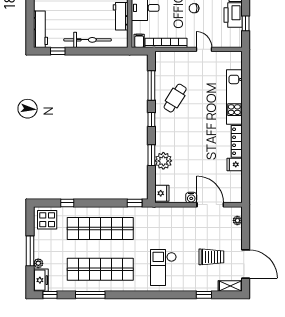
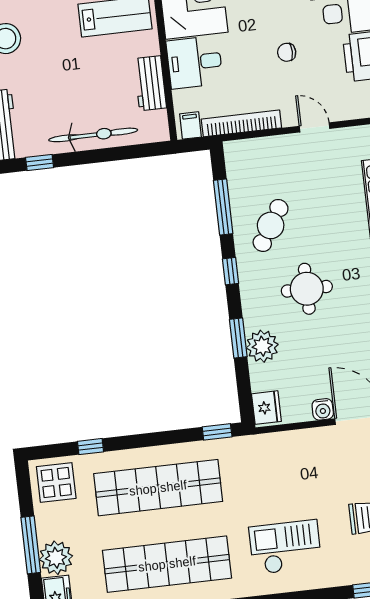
round table: (190, 133) -> (307, 289), added
plant: (38, 263) -> (56, 558), width x1.88, depth x1.88
checkout: (163, 267) -> (285, 547), turned 90

